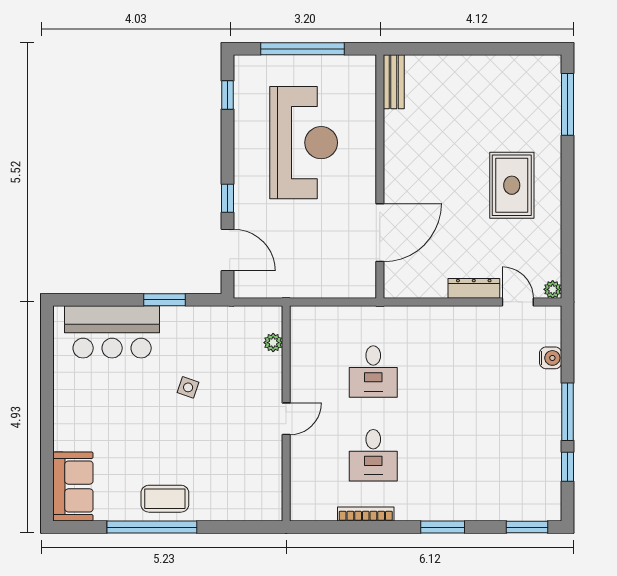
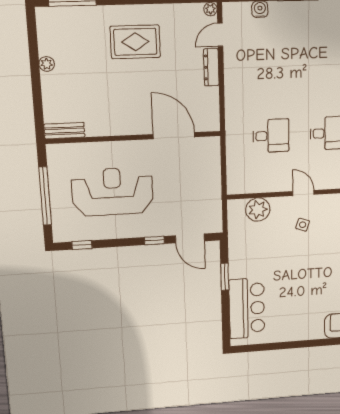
plant: (486, 65) -> (47, 64), added
door: (227, 250) -> (190, 238), swing flipped
plant: (273, 343) -> (258, 210), width x1.88, depth x1.88
side table: (188, 387) -> (303, 225), moved

